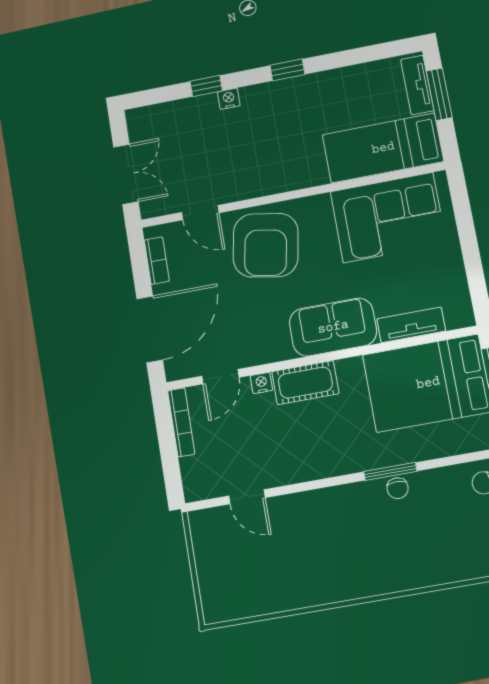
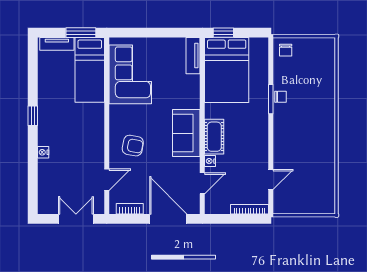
window: (206, 86) -> (33, 164), removed
window: (439, 94) -> (81, 33), moved
armchair: (266, 245) -> (133, 146), width x0.53, depth x0.53
tv unit: (411, 325) -> (193, 56), moved
sofa: (333, 327) -> (186, 133), moved
door: (220, 377) -> (202, 183), hinge flipped
bookcase: (181, 422) -> (249, 209), moved

